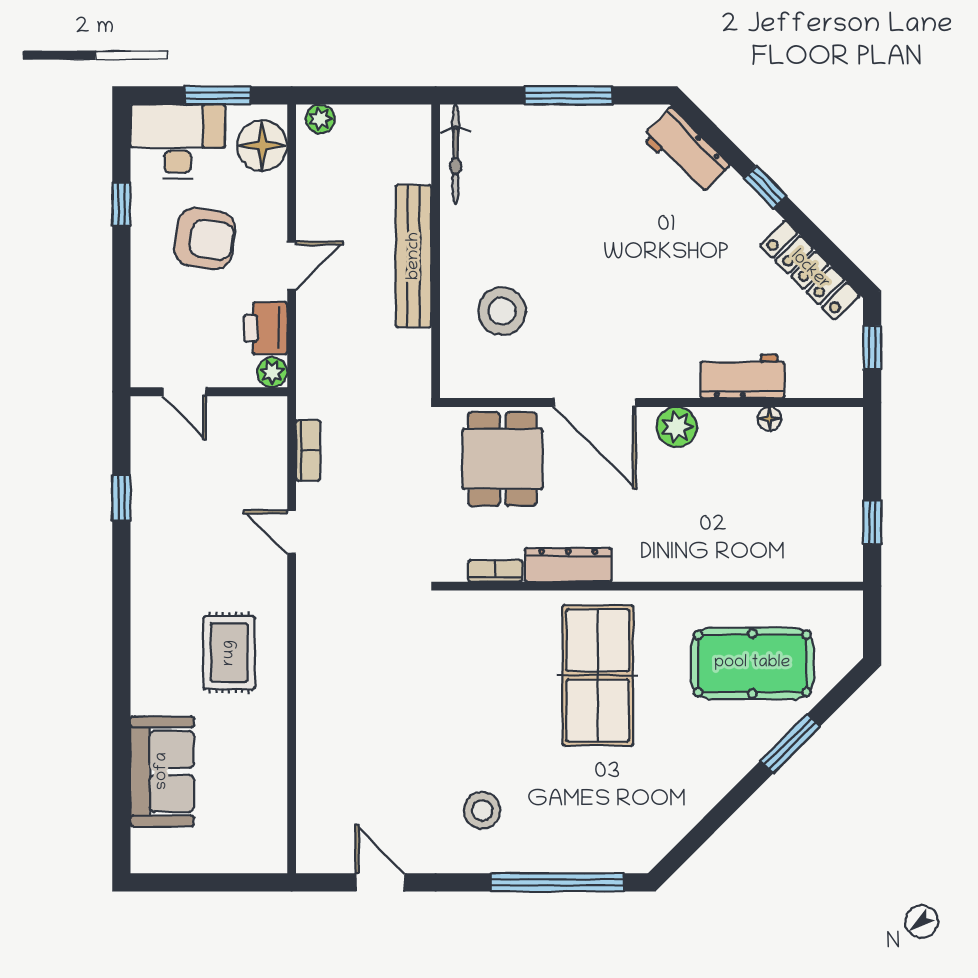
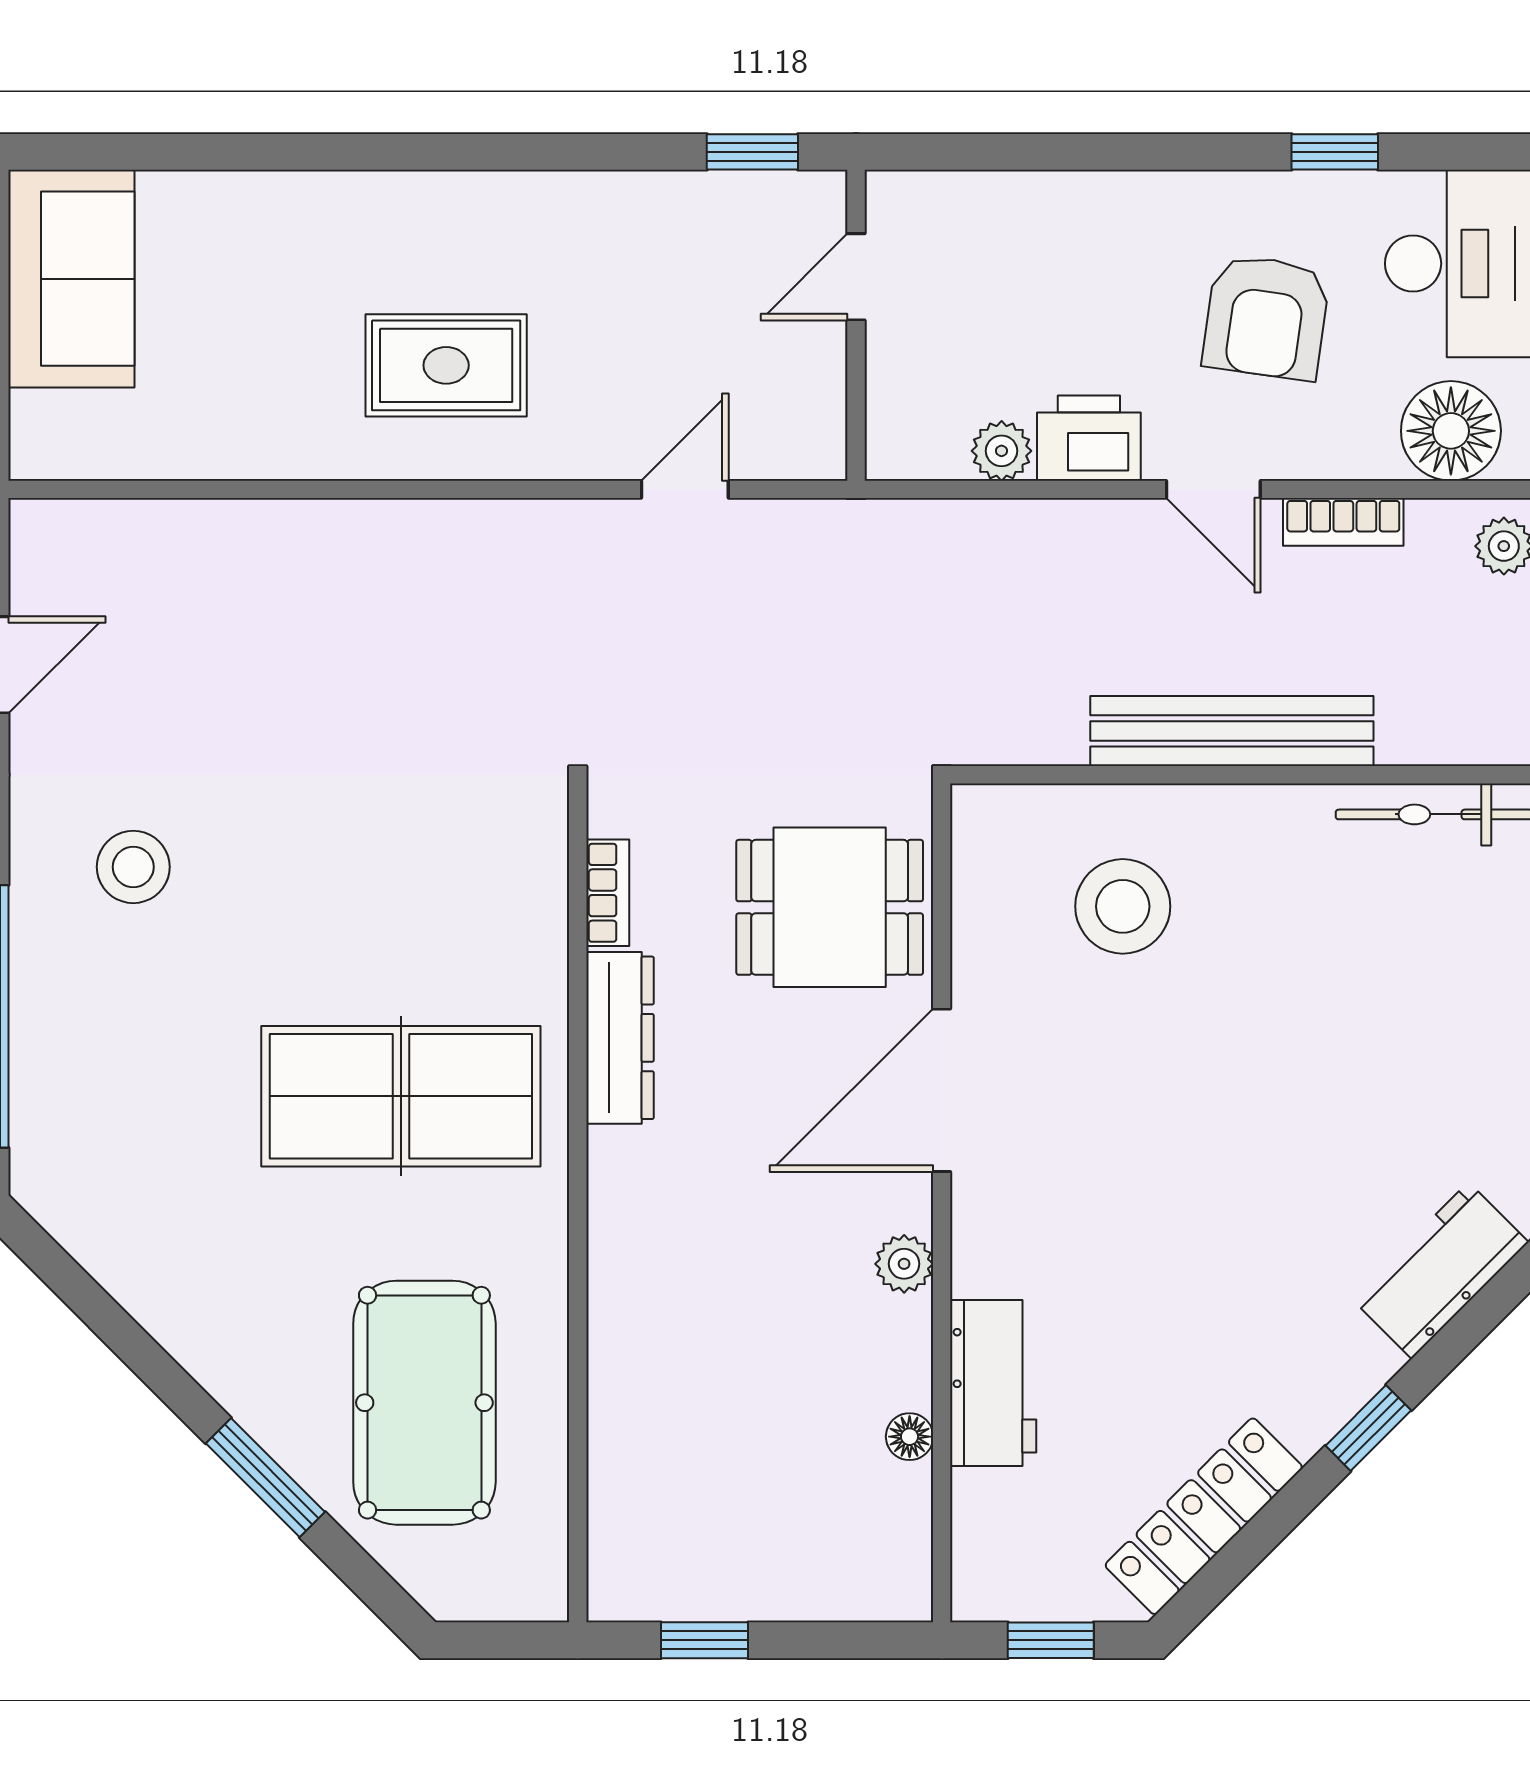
door: (184, 392) -> (856, 277), moved
wall: (209, 392) -> (856, 325), moved
plant: (677, 427) -> (904, 1264), width x0.73, depth x0.73
bookcase: (308, 450) -> (1343, 522), moved
sofa: (162, 771) -> (71, 279), moved, turned -90

